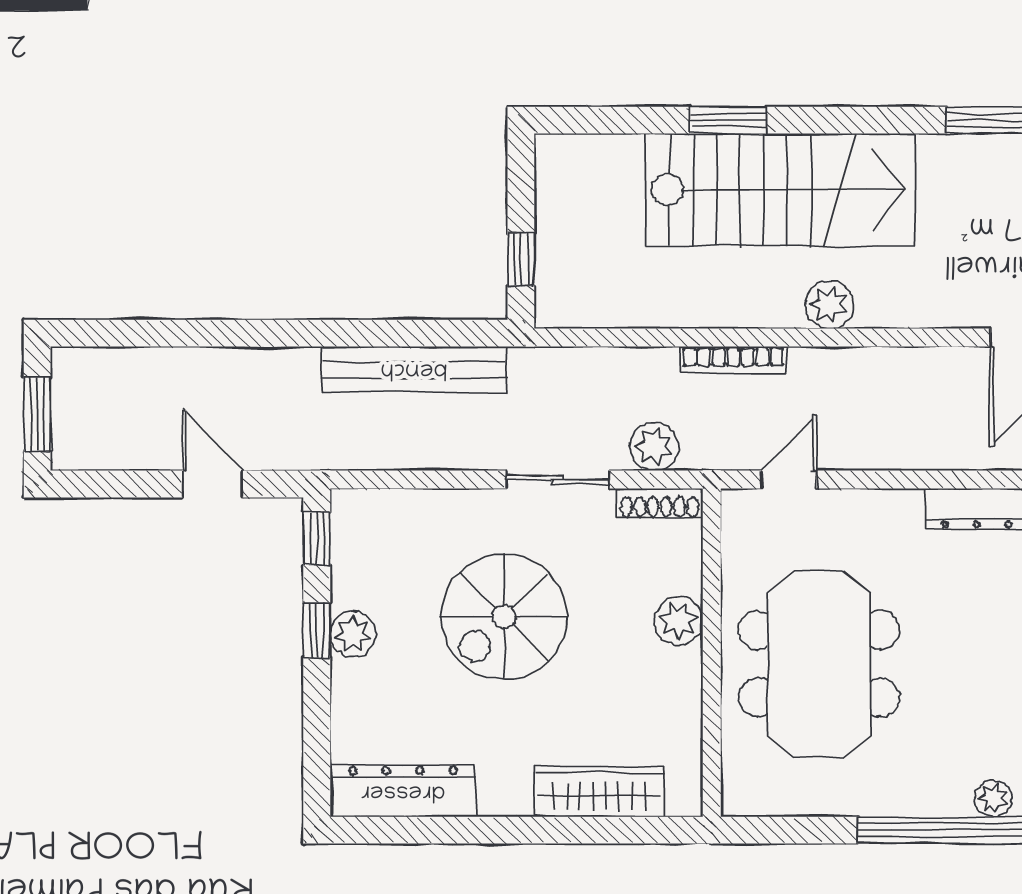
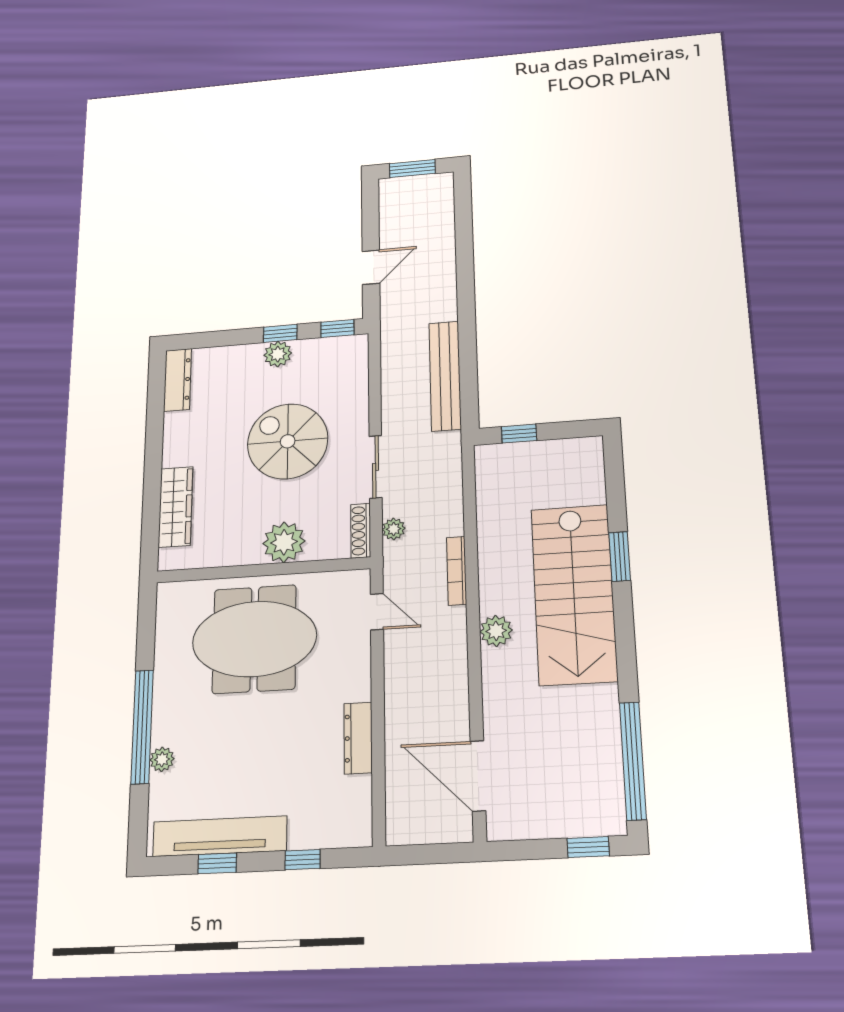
plant: (654, 446) -> (394, 529), width x0.73, depth x0.73
plant: (679, 621) -> (284, 542), width x1.36, depth x1.36
dresser: (403, 791) -> (178, 380), width x0.73, depth x0.80

